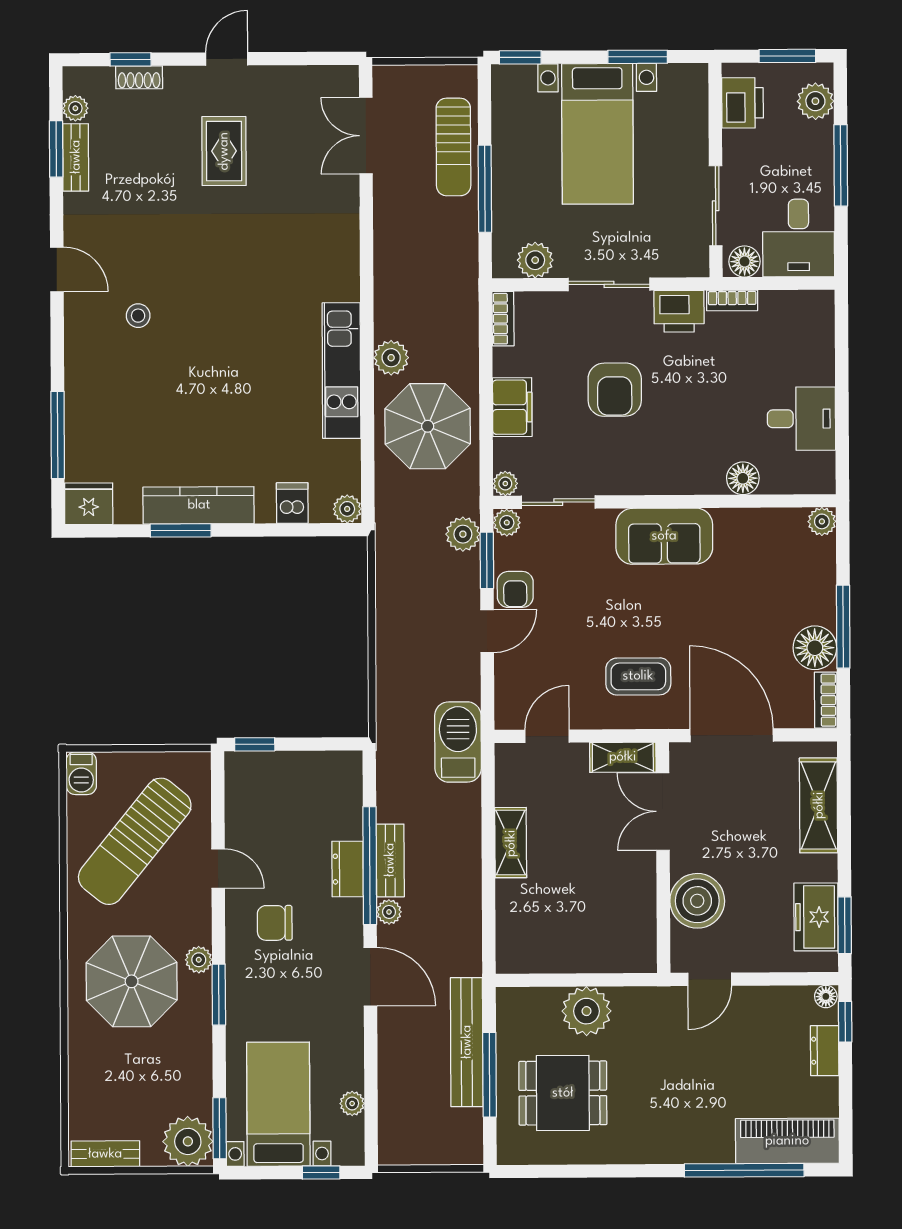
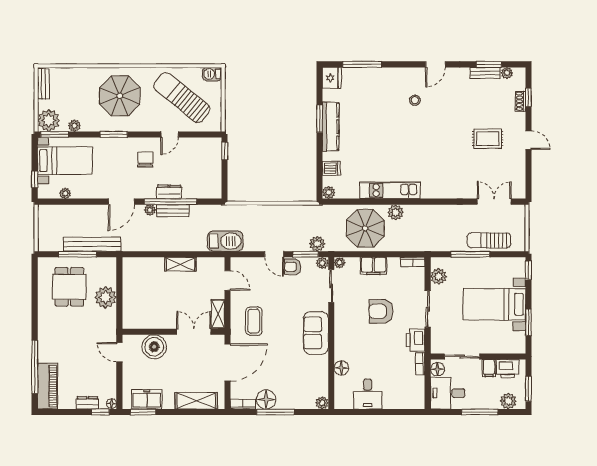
filing cabinet: (742, 145) -> (489, 368), added
plant: (199, 960) -> (74, 126), moved

